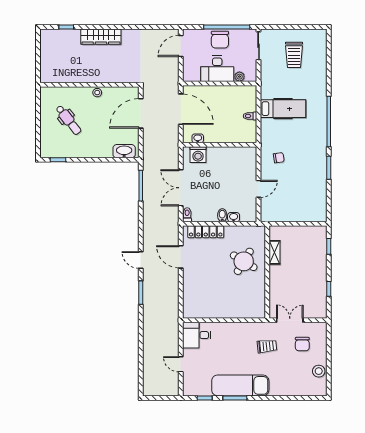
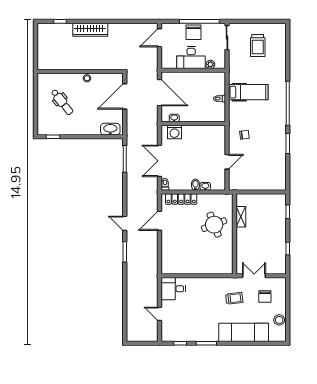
door: (181, 257) -> (160, 221), hinge flipped
round table: (244, 261) -> (214, 225), turned 38
exam couch: (240, 385) -> (244, 332), moved

